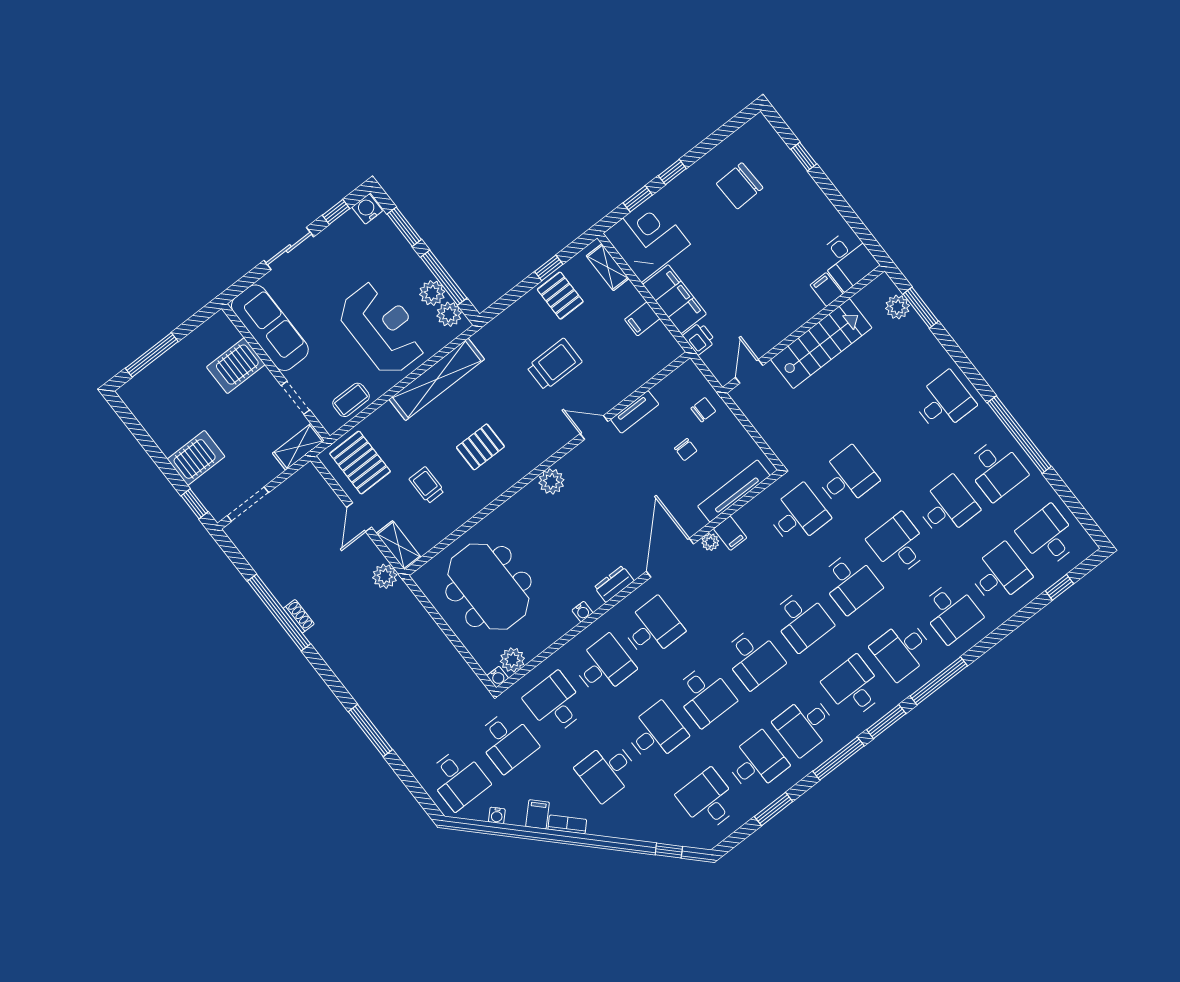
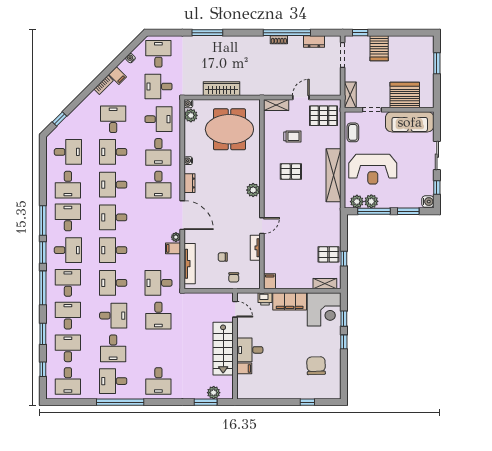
desk: (848, 260) -> (250, 350), moved
filing cabinet: (642, 319) -> (270, 281), moved
window: (152, 355) -> (437, 63), width x0.69
trolley: (554, 364) -> (301, 230), removed
server rack: (236, 366) -> (405, 95), width x1.60
pallet: (480, 447) -> (291, 171), turned 90
desk: (798, 515) -> (158, 283), turned 90
door: (359, 517) -> (301, 97), hinge flipped
desk: (1048, 536) -> (68, 381), turned 90
dresser: (261, 562) -> (314, 42), added
desk: (999, 574) -> (68, 348), turned 180
plant: (385, 576) -> (268, 89), removed
desk: (951, 612) -> (68, 316), turned 90
wardrobe: (437, 645) -> (222, 89), added
desk: (656, 733) -> (113, 152), turned 90
desk: (458, 779) -> (158, 54), turned 90
window: (774, 809) -> (43, 334), moved

